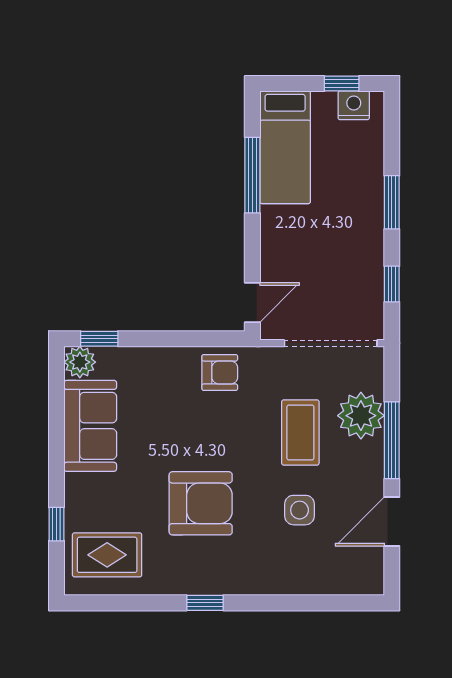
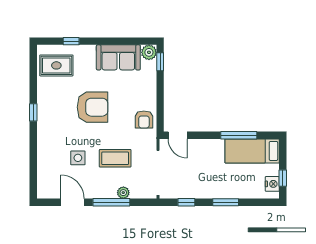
plant: (361, 416) -> (123, 193), width x0.53, depth x0.53
armchair: (201, 503) -> (93, 107), moved, turned -90
rug: (107, 555) -> (56, 65), turned 90

